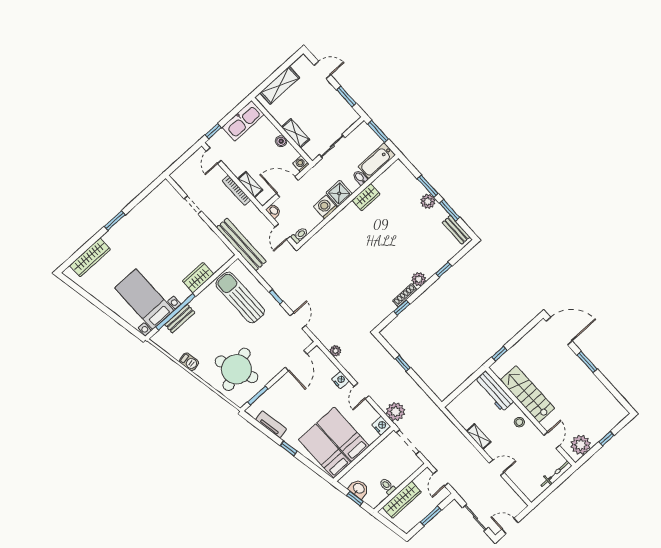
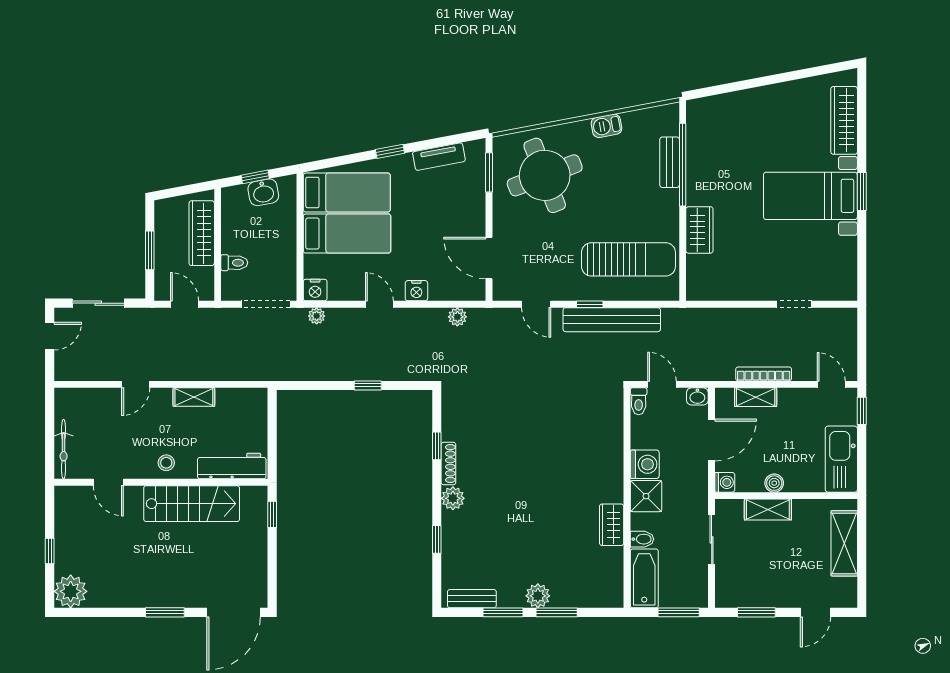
bench: (241, 244) -> (612, 320), moved
bed with nightstands: (144, 299) -> (810, 196), moved, turned 180
plant: (396, 412) -> (317, 316), width x0.53, depth x0.53
plant: (581, 445) -> (71, 591), moved
toilet: (387, 486) -> (234, 263), moved

